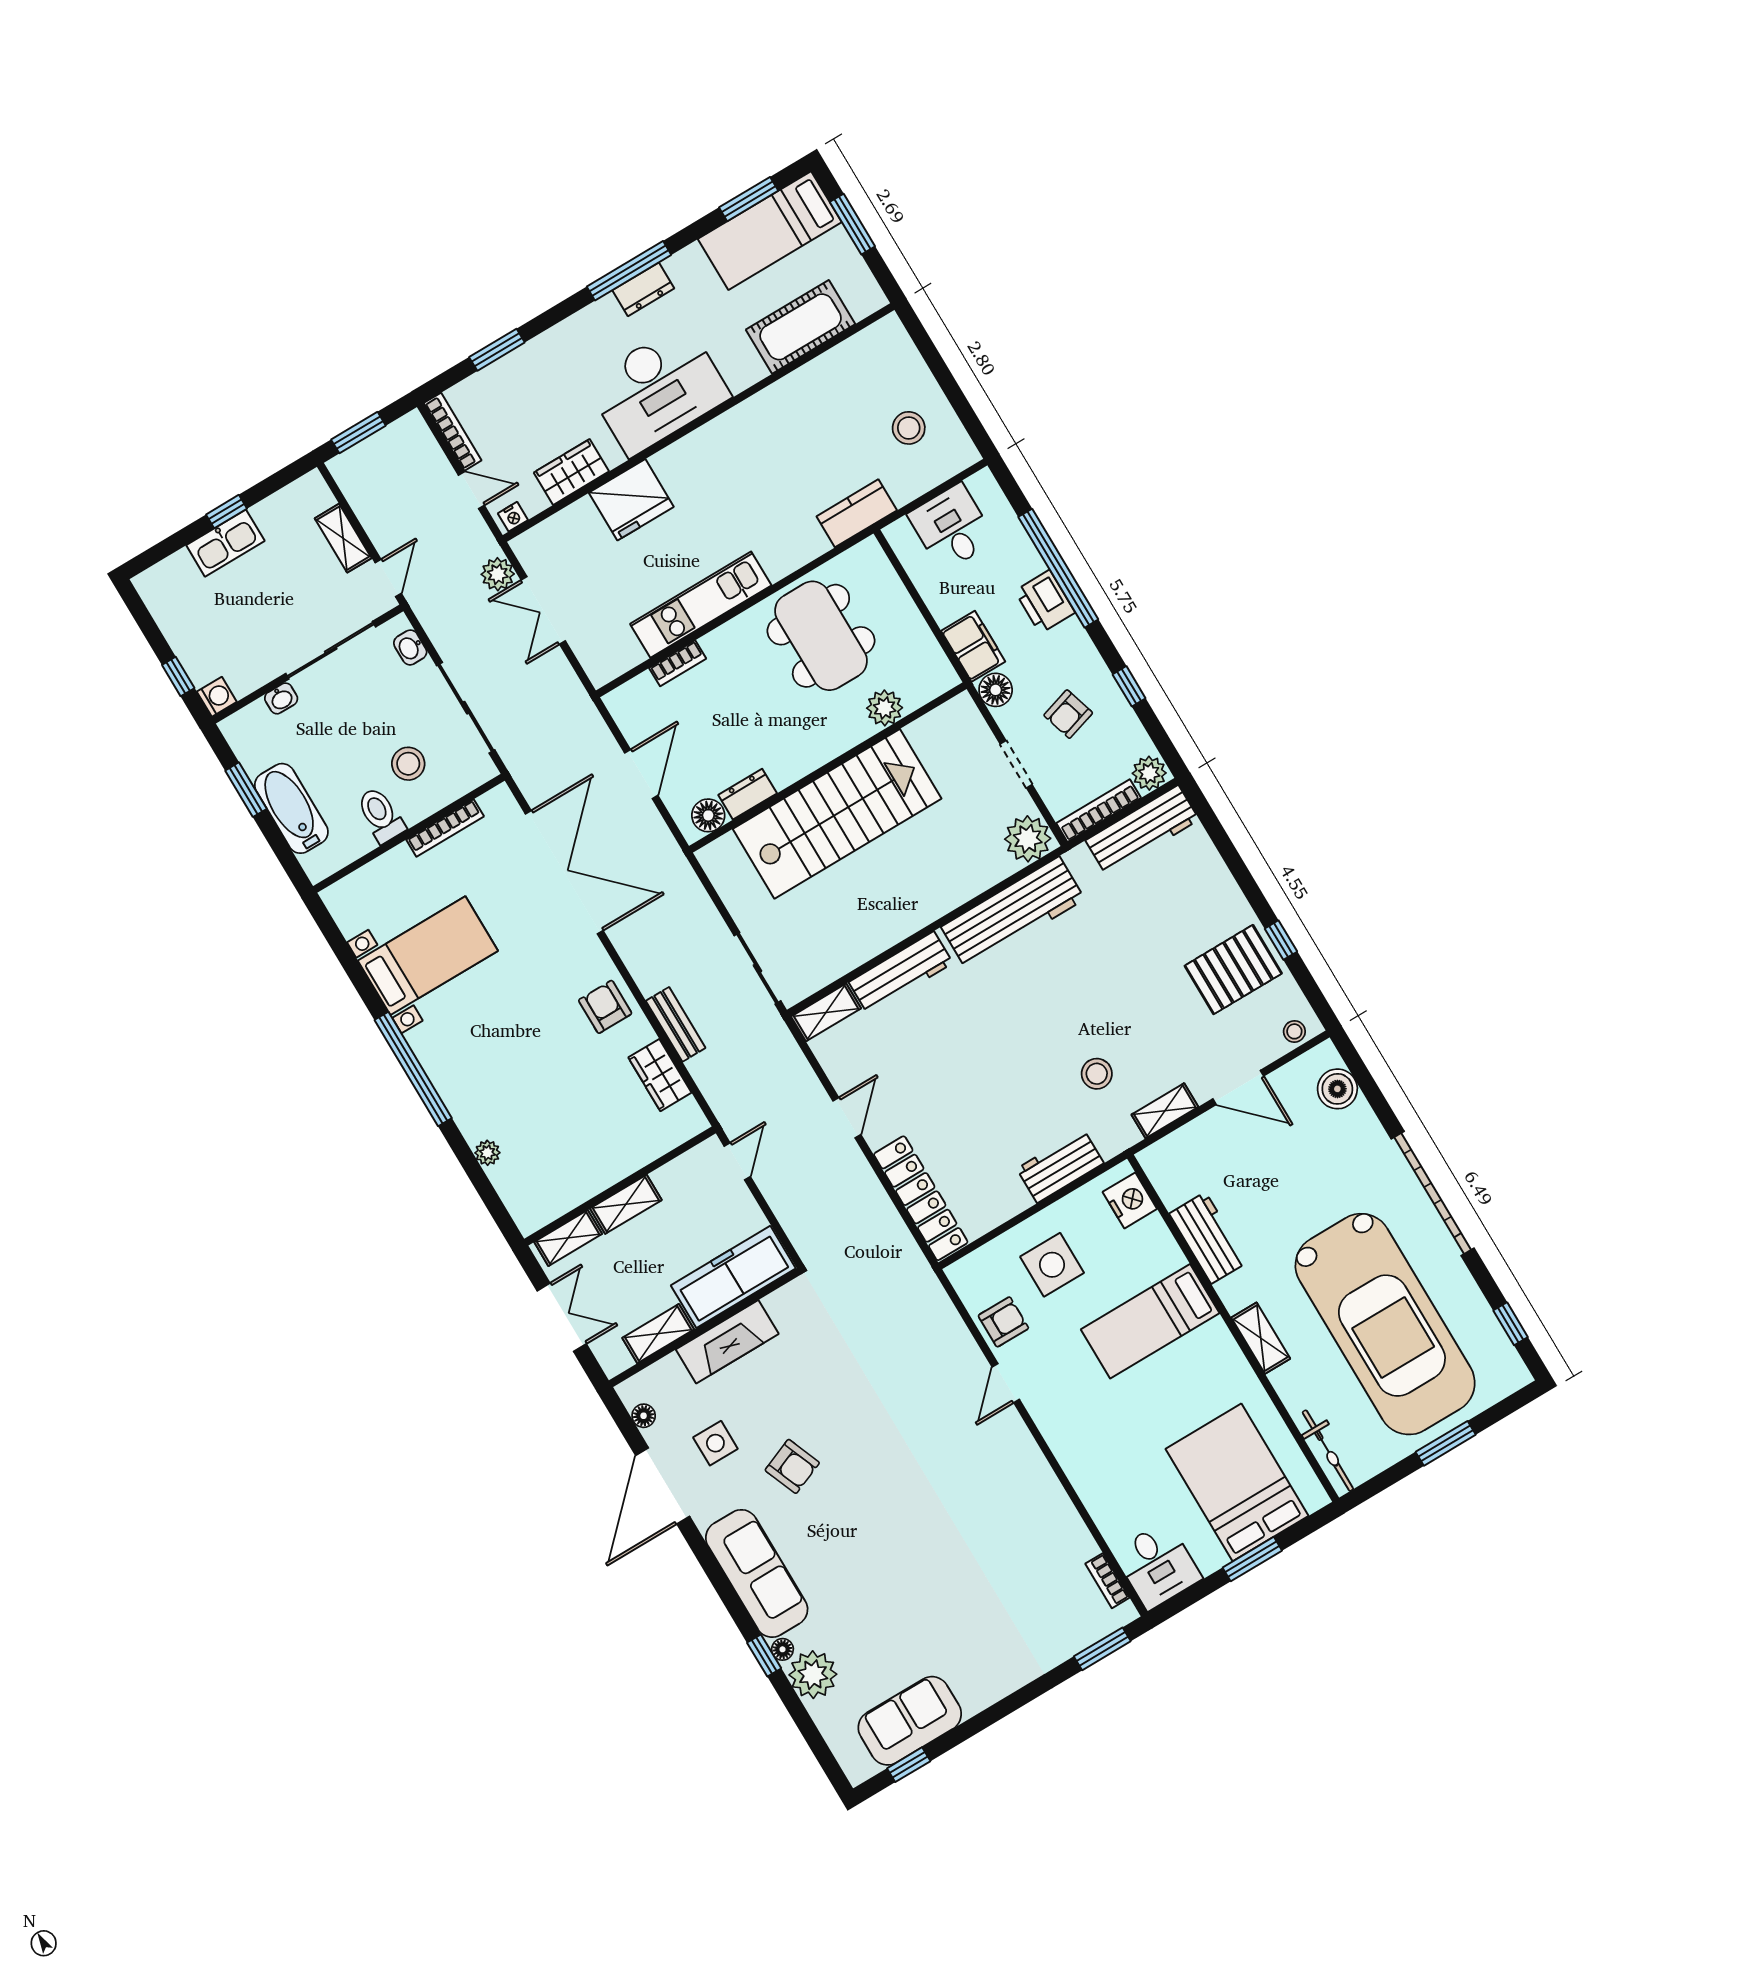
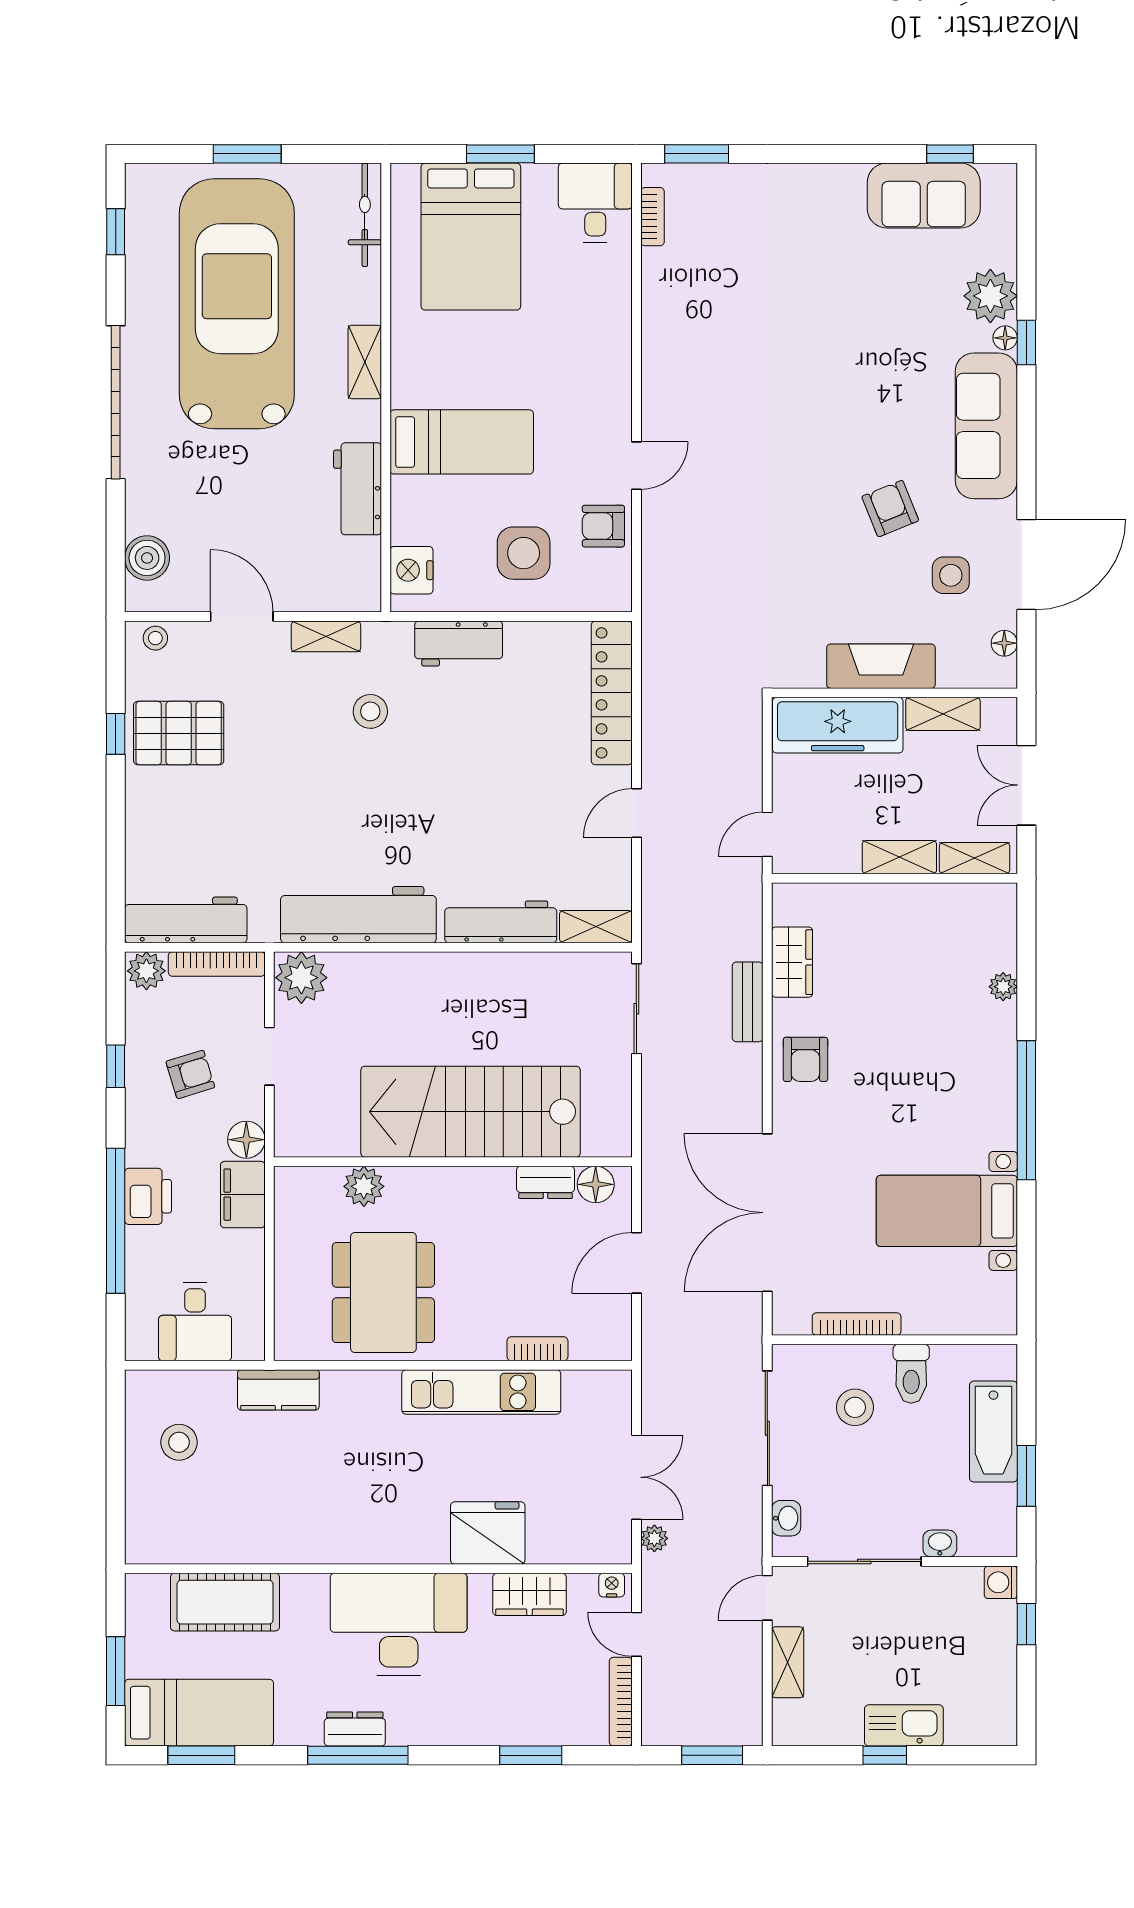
plant: (498, 574) -> (654, 1538), width x0.73, depth x0.73

